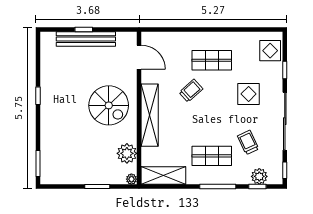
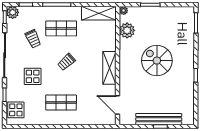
trolley: (191, 91) -> (66, 62), moved
spiral stairs: (109, 105) -> (157, 61), moved
shelving: (150, 115) -> (109, 68), width x0.68
plant: (259, 176) -> (13, 12), moved

